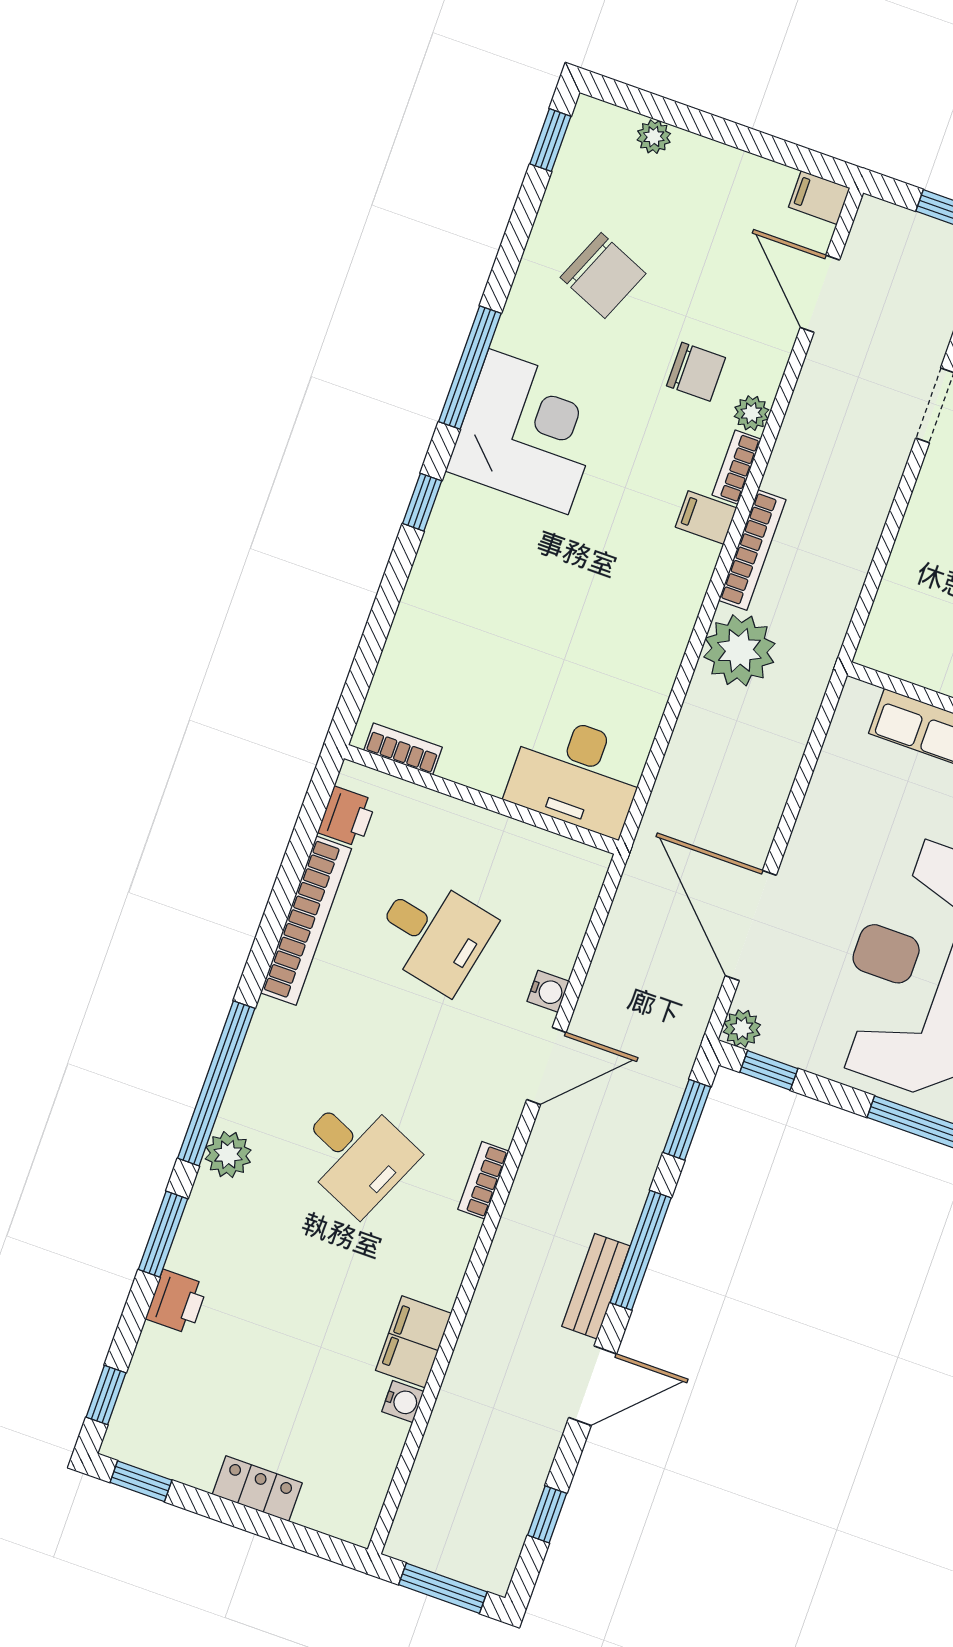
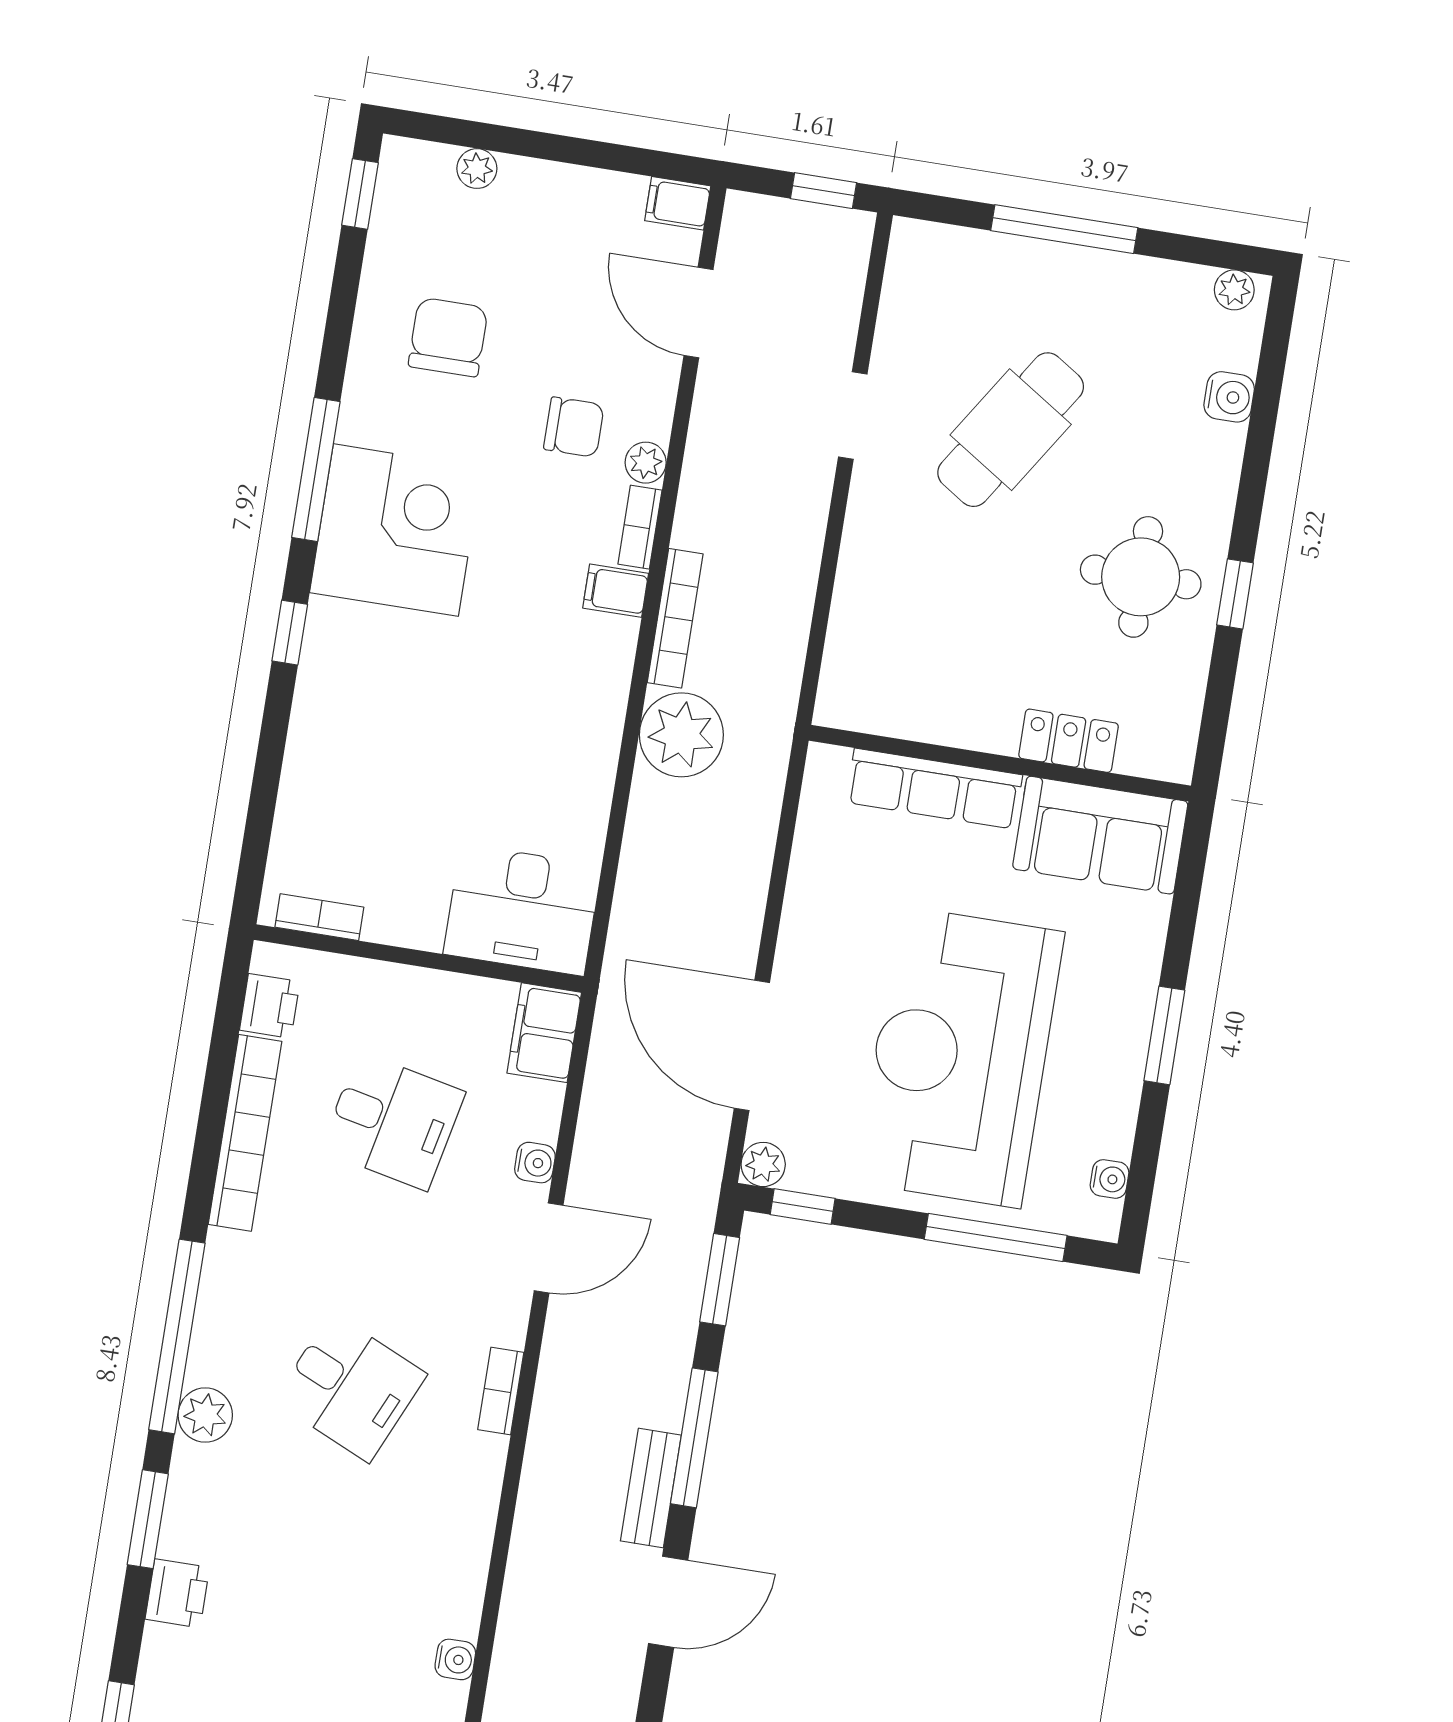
chair: (603, 276) -> (448, 337), turned -113
filing cabinet: (413, 1342) -> (544, 1033), moved

